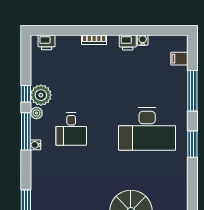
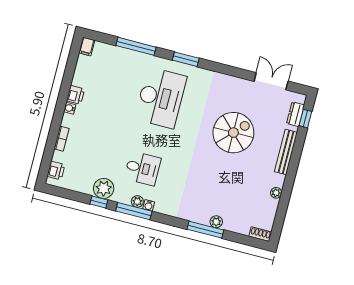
bookcase: (94, 40) -> (62, 139), moved
water cooler: (143, 40) -> (70, 108), moved
filing cabinet: (179, 59) -> (87, 47), moved
plant: (36, 113) -> (137, 201), moved

